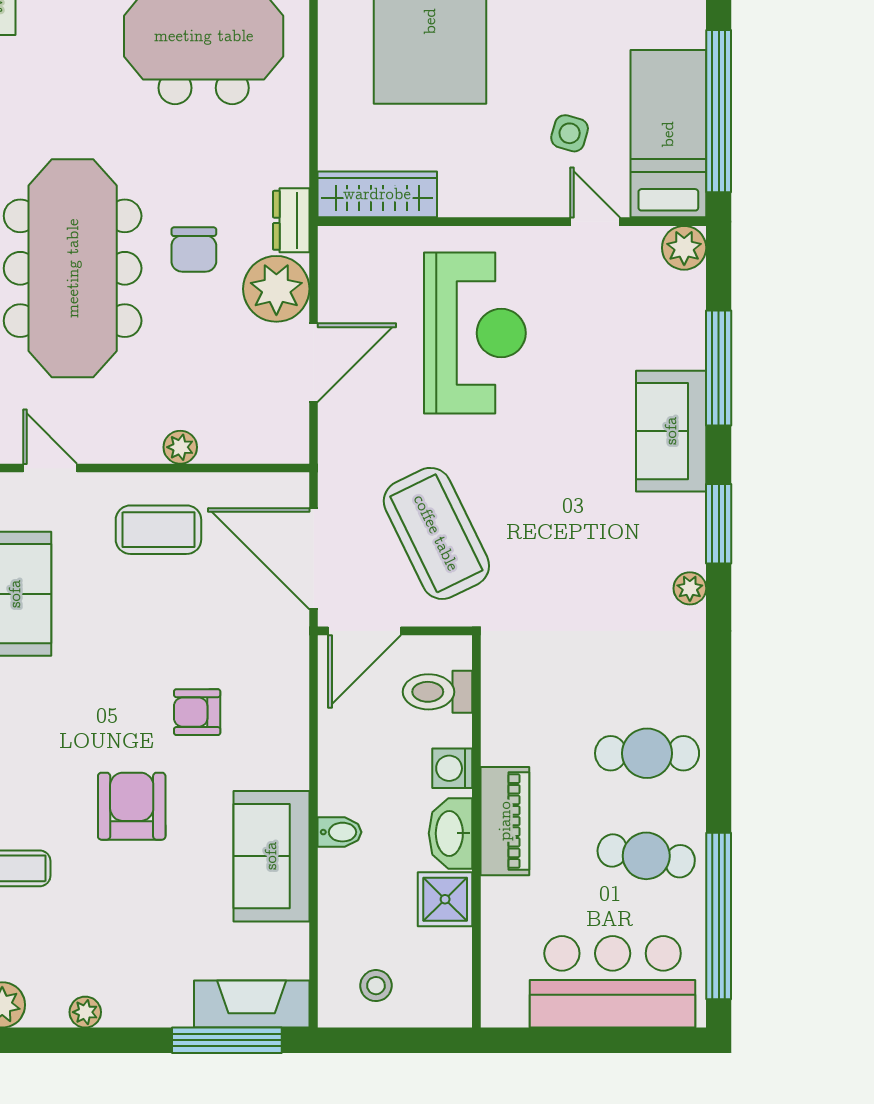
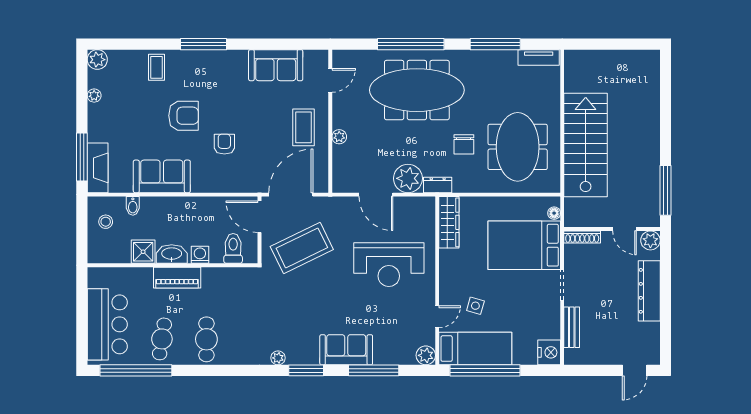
chair: (194, 250) -> (464, 144), moved, turned -90
bidet: (339, 832) -> (133, 206), moved

